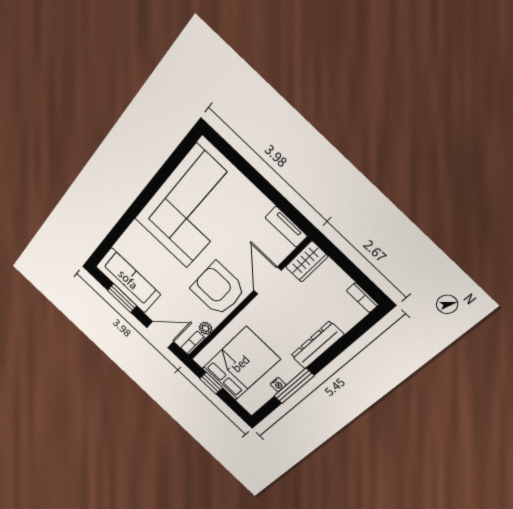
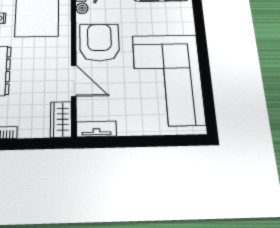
armchair: (218, 289) -> (99, 42), turned -90

